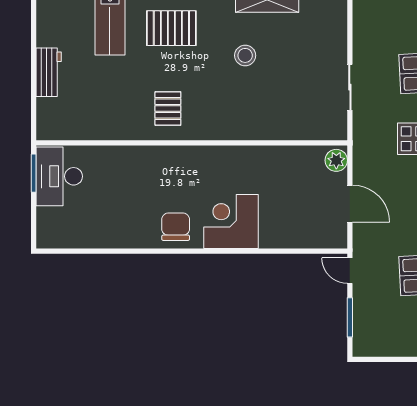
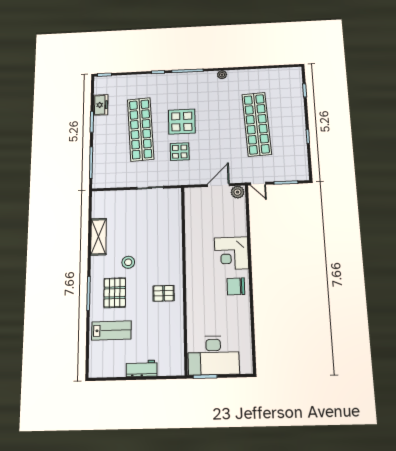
stool: (245, 55) -> (128, 262), moved
plant: (336, 160) -> (238, 192), moved
desk: (59, 176) -> (213, 355), width x1.36, depth x1.30
door: (350, 271) -> (258, 184), hinge flipped

